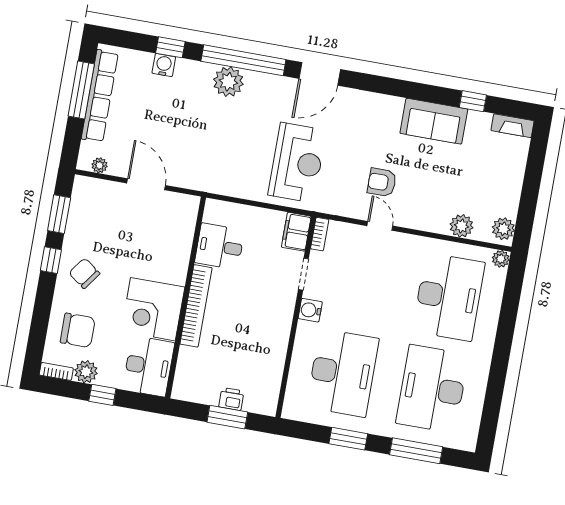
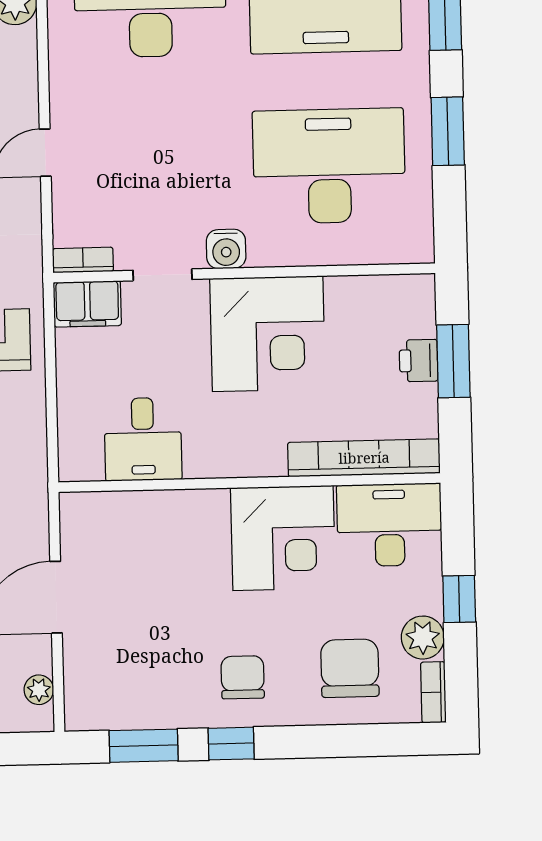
chair: (84, 273) -> (243, 677), turned 144
bookcase: (196, 306) -> (364, 458), moved
corner desk: (261, 323) -> (268, 334), added

